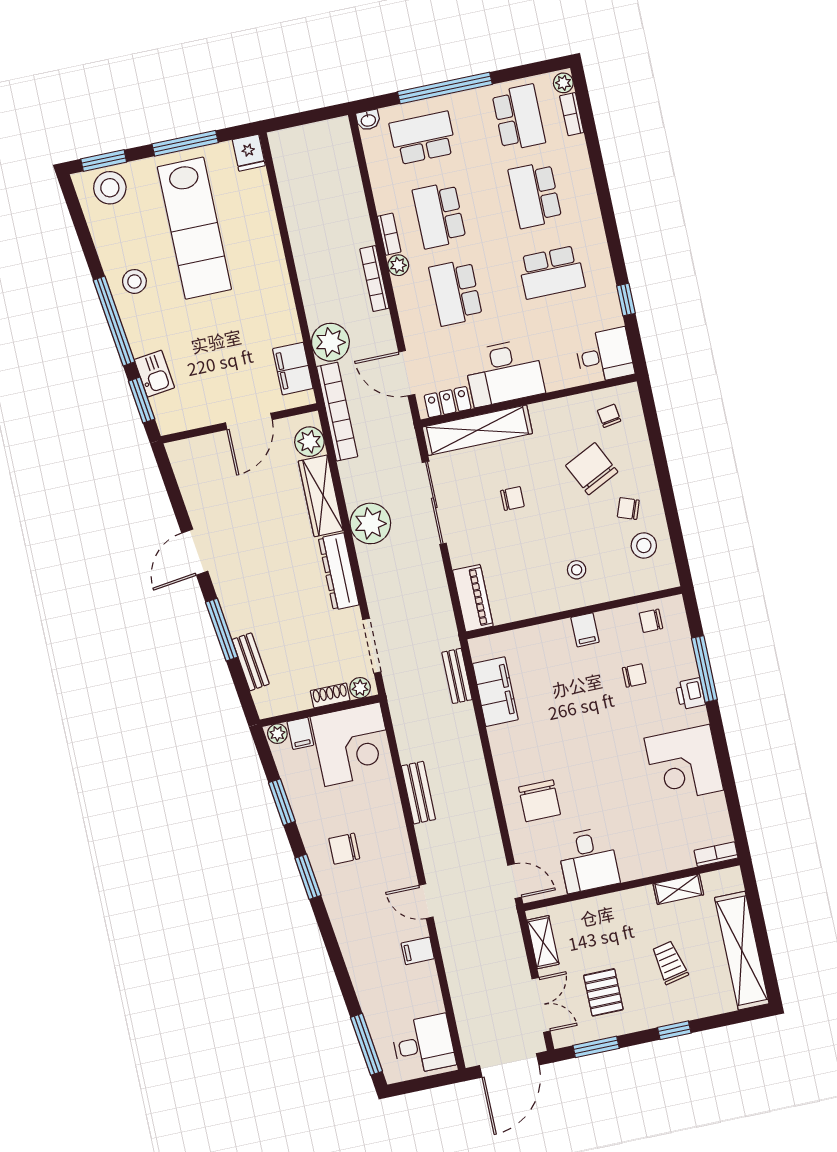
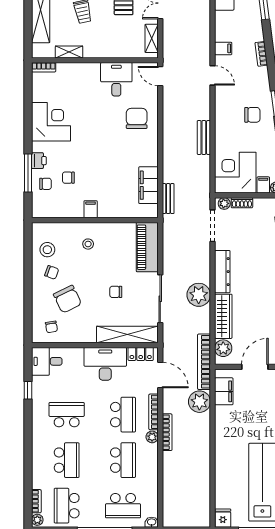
bookcase: (389, 234) -> (153, 412), moved, width x1.56
piano: (473, 598) -> (147, 247), width x1.37, depth x1.33
chair: (651, 621) -> (46, 184), moved
bookcase: (351, 955) -> (261, 54), added

